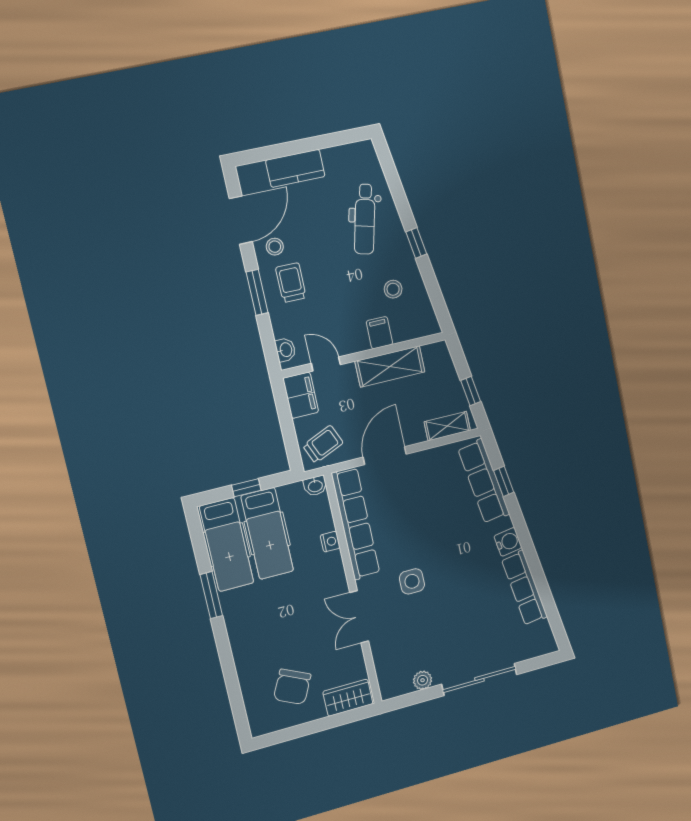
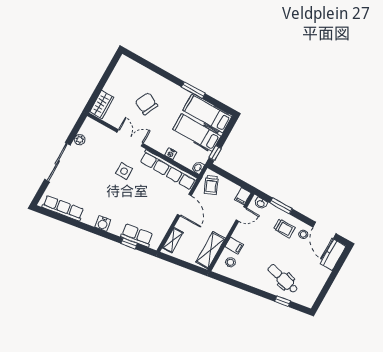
kitchen counter: (295, 168) -> (333, 255), moved
window: (416, 243) -> (283, 301), moved
stool: (393, 289) -> (231, 262), moved
window: (257, 292) -> (281, 206), moved
shelving: (390, 366) -> (211, 250), moved
window: (471, 391) -> (178, 262), removed
filing cabinet: (301, 395) -> (243, 196), width x0.50
row of seats: (484, 481) -> (137, 235), width x0.68
window: (246, 488) -> (215, 153), moved
row of seats: (524, 588) -> (63, 208), moved
chair: (292, 687) -> (146, 104), moved

